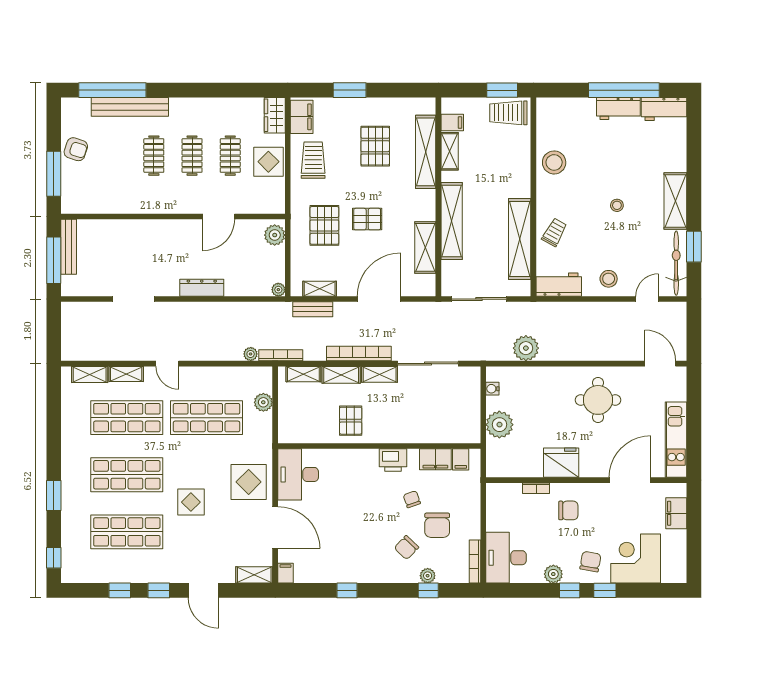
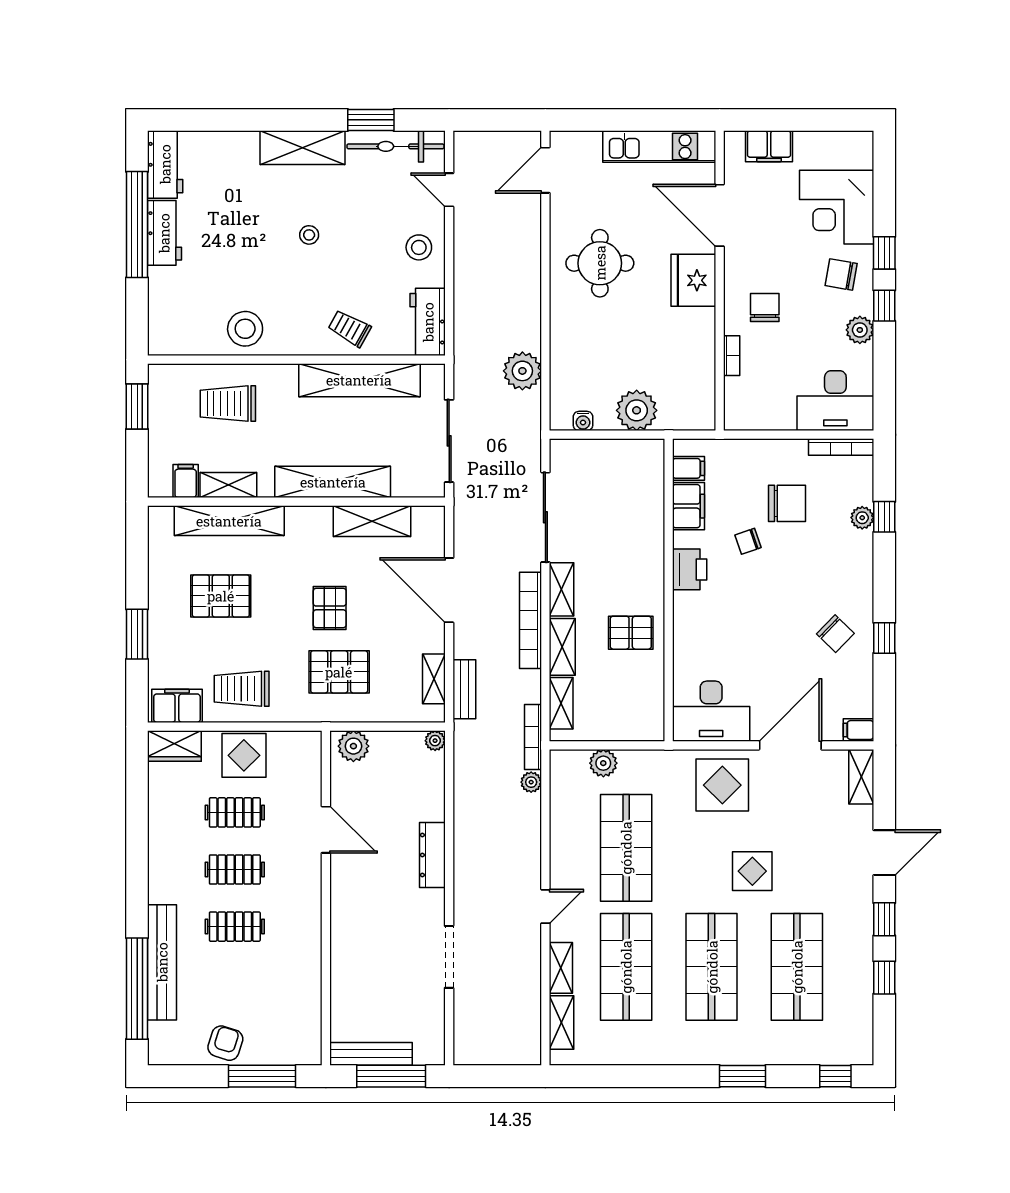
trolley: (508, 113) -> (228, 404), moved, turned 90
fridge: (561, 463) -> (693, 280), moved
chair: (406, 548) -> (835, 634), moved

